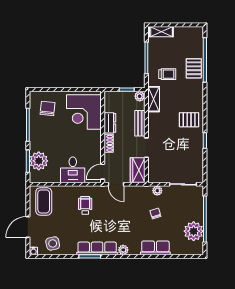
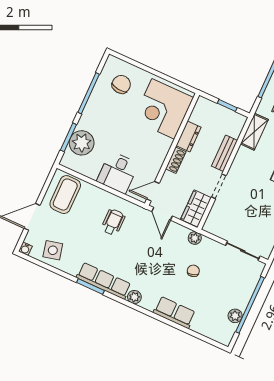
plant: (140, 96) -> (239, 121), removed
plant: (157, 191) -> (195, 238), moved
plant: (194, 231) -> (235, 316), width x0.53, depth x0.53

